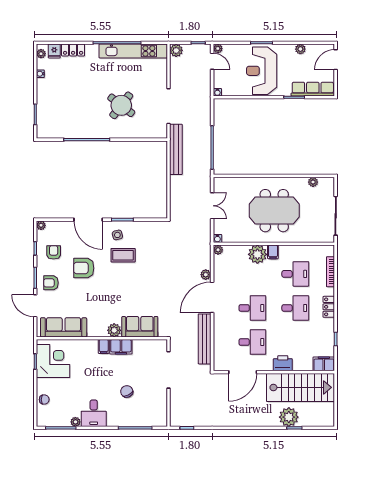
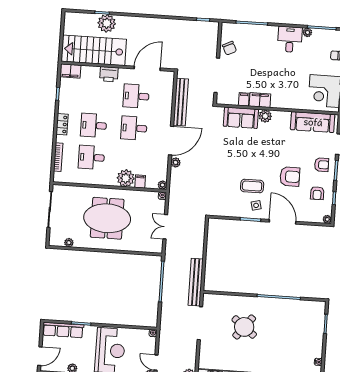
filing cabinet: (273, 252) -> (140, 181), moved
filing cabinet: (104, 346) -> (244, 99), moved
chair: (127, 391) -> (229, 48), moved

